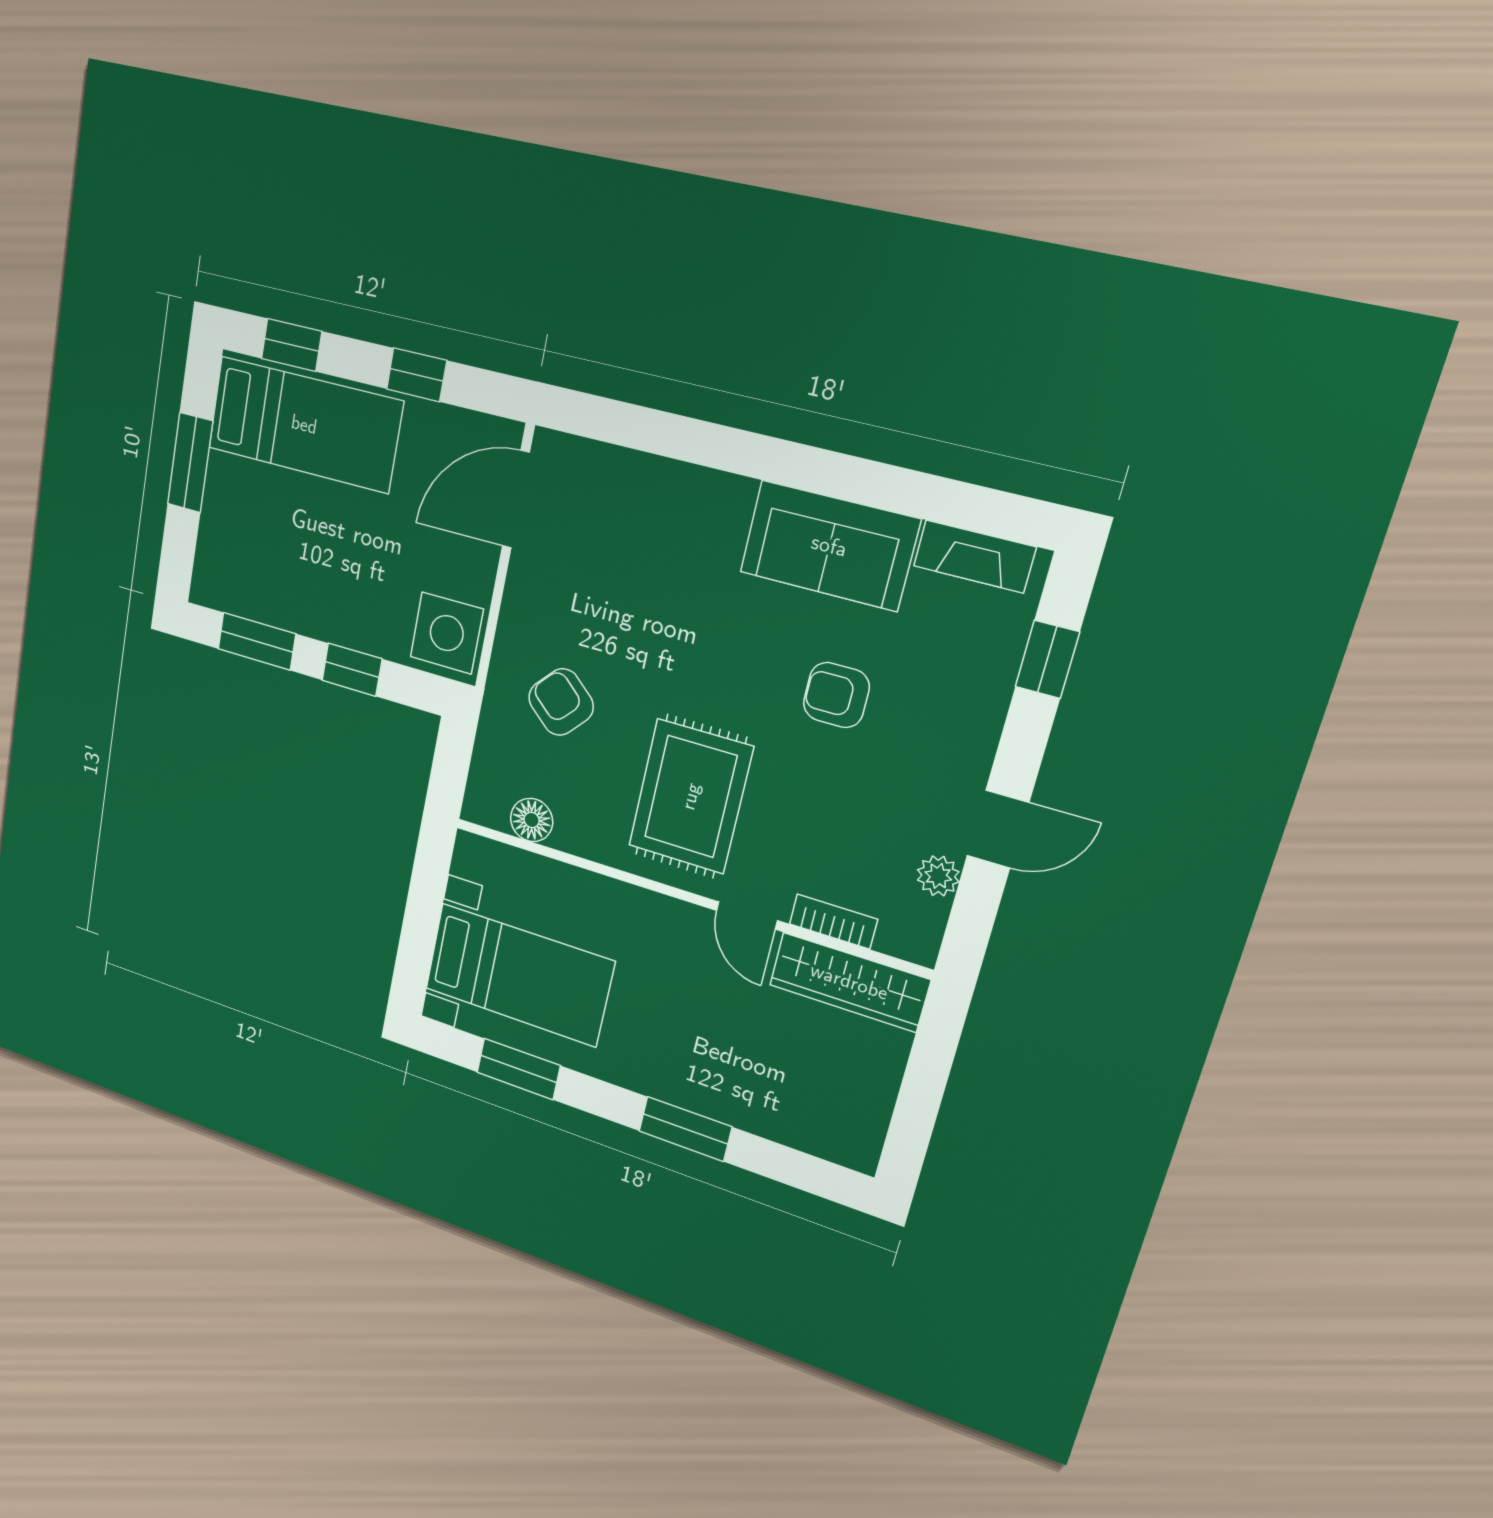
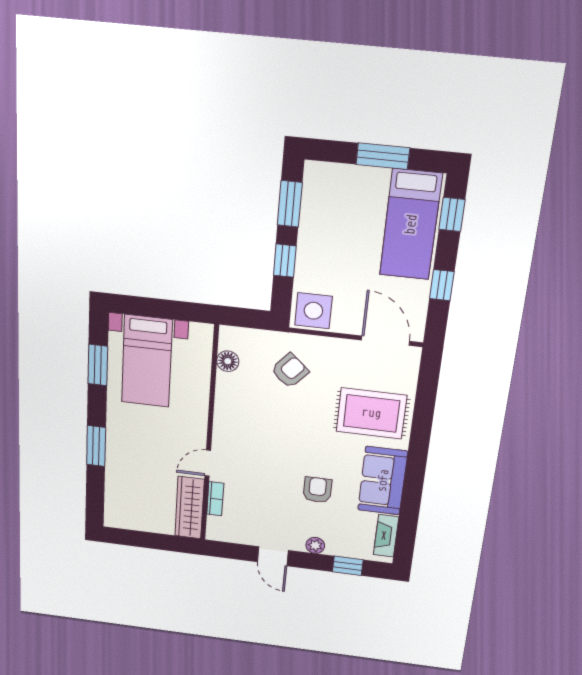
rug: (691, 796) -> (371, 413), moved
plant: (938, 876) -> (315, 545), moved

